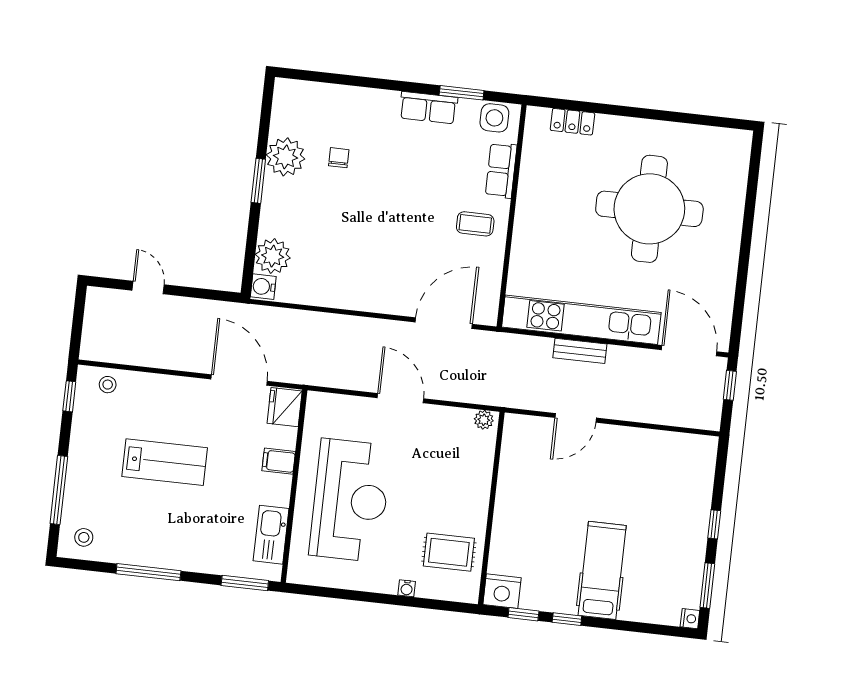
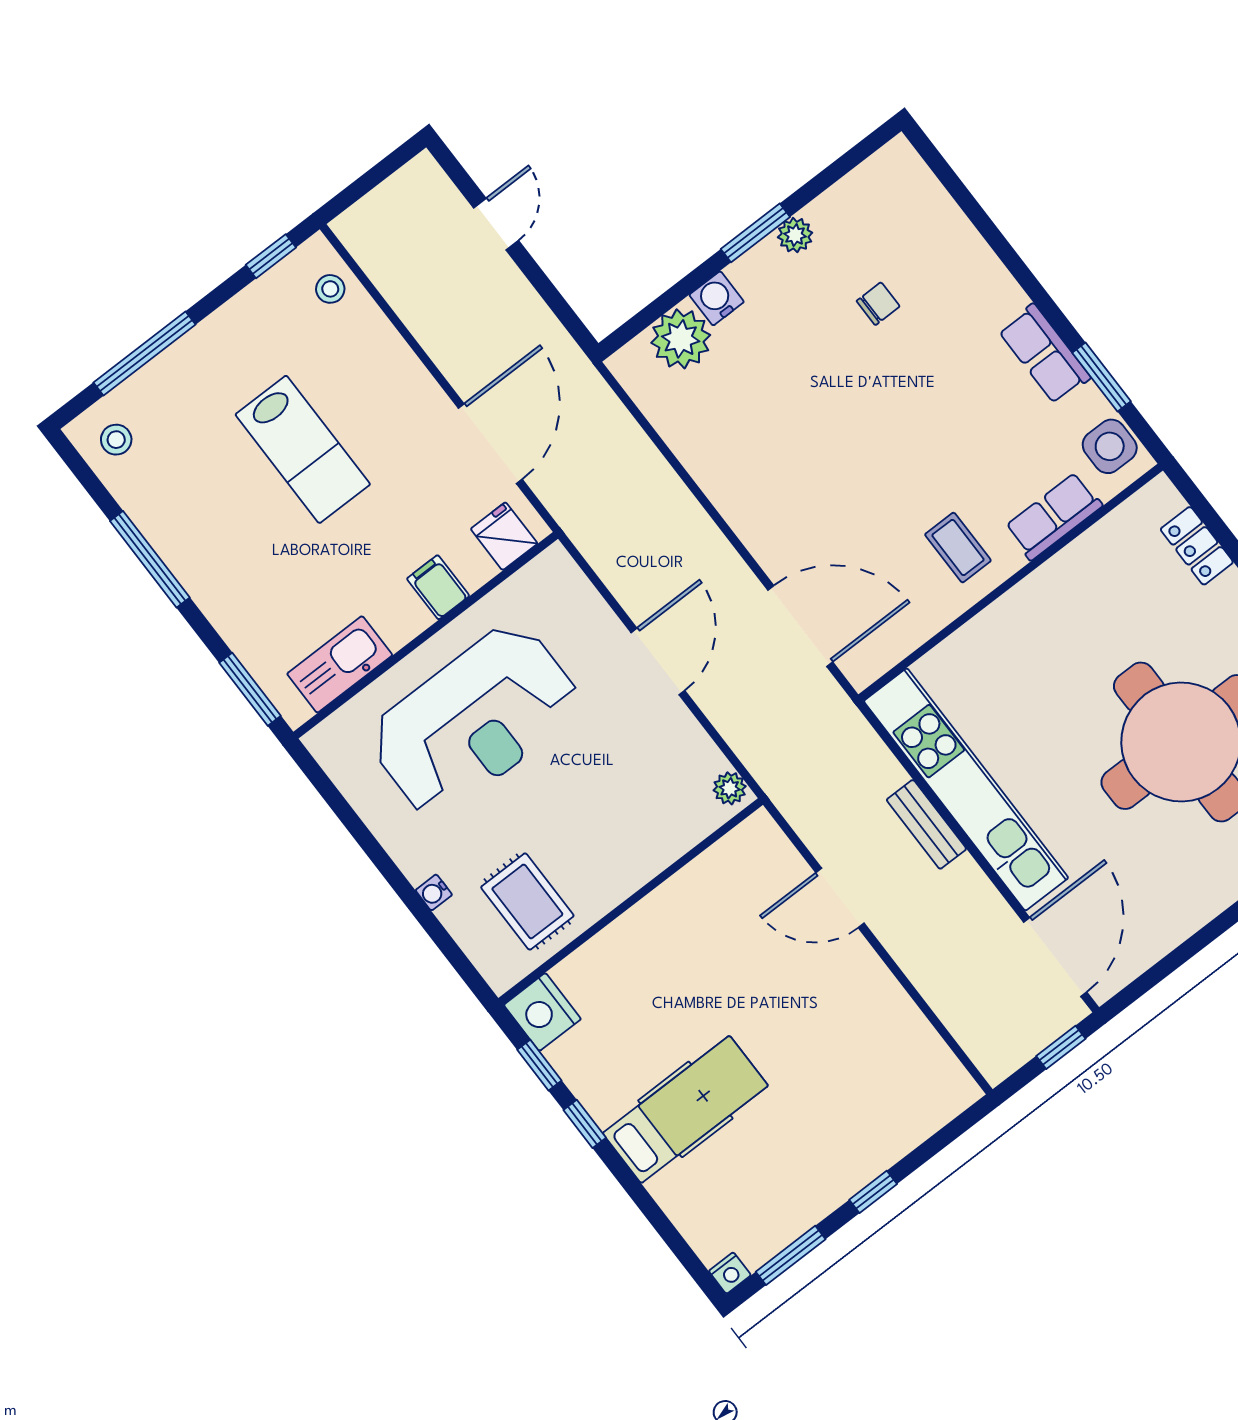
plant: (286, 157) -> (795, 235), width x0.53, depth x0.53
water cooler: (263, 287) -> (717, 298), moved
fridge: (285, 407) -> (504, 536), width x0.72

